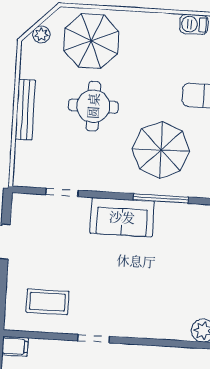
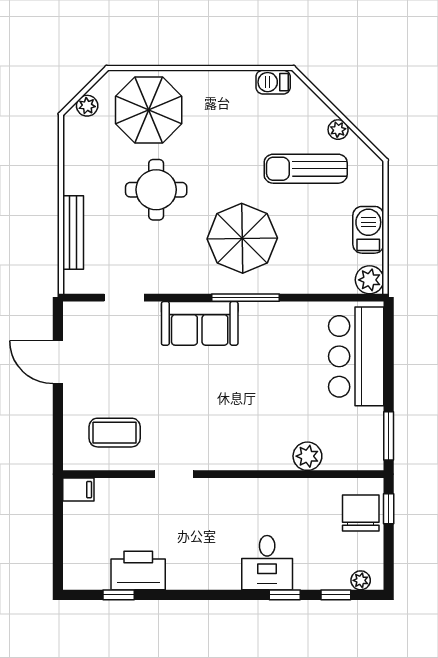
bench: (25, 110) -> (73, 232), moved

